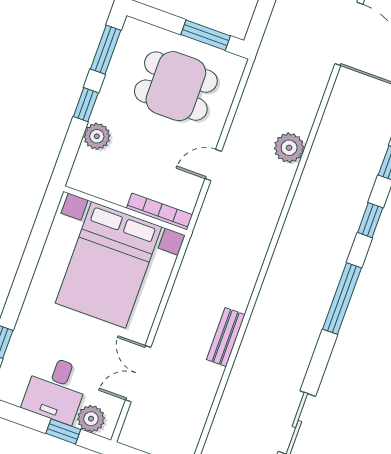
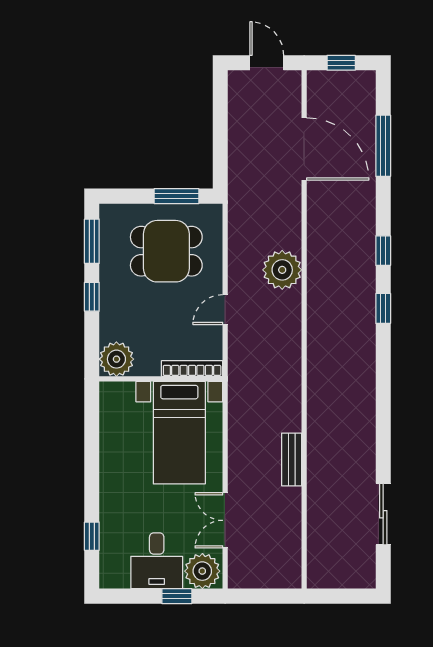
plant: (97, 136) -> (116, 359), moved, width x1.36, depth x1.36
plant: (289, 148) -> (282, 270), width x1.36, depth x1.36
bed with nightstands: (108, 265) -> (179, 433), width x0.73
window: (342, 299) -> (383, 388), removed
plant: (91, 419) -> (202, 571), width x1.36, depth x1.36

